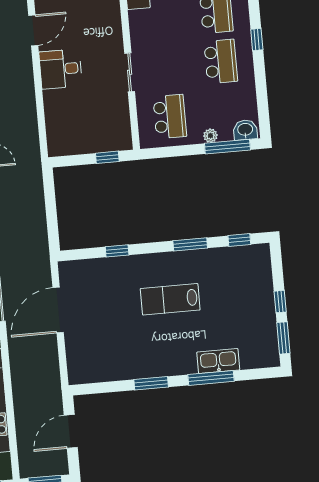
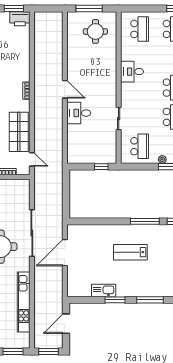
door: (33, 30) -> (65, 89), hinge flipped
window: (190, 244) -> (145, 221), width x1.44
window: (117, 251) -> (102, 221), removed
kitchen sink: (218, 361) -> (104, 290), moved

